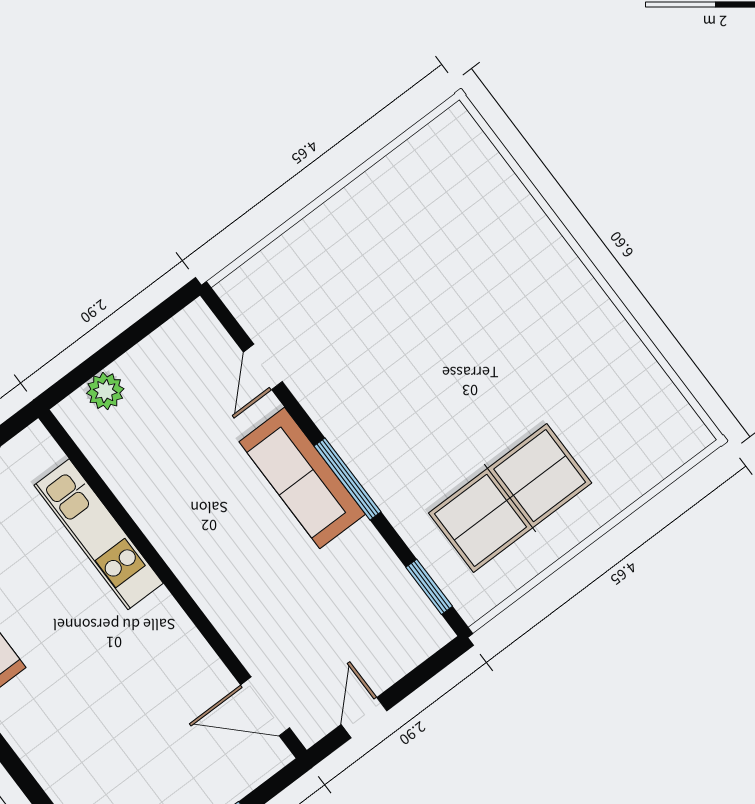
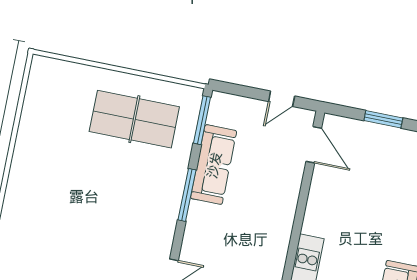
sofa: (302, 478) -> (214, 165), moved
window: (429, 587) -> (202, 120), width x1.44

